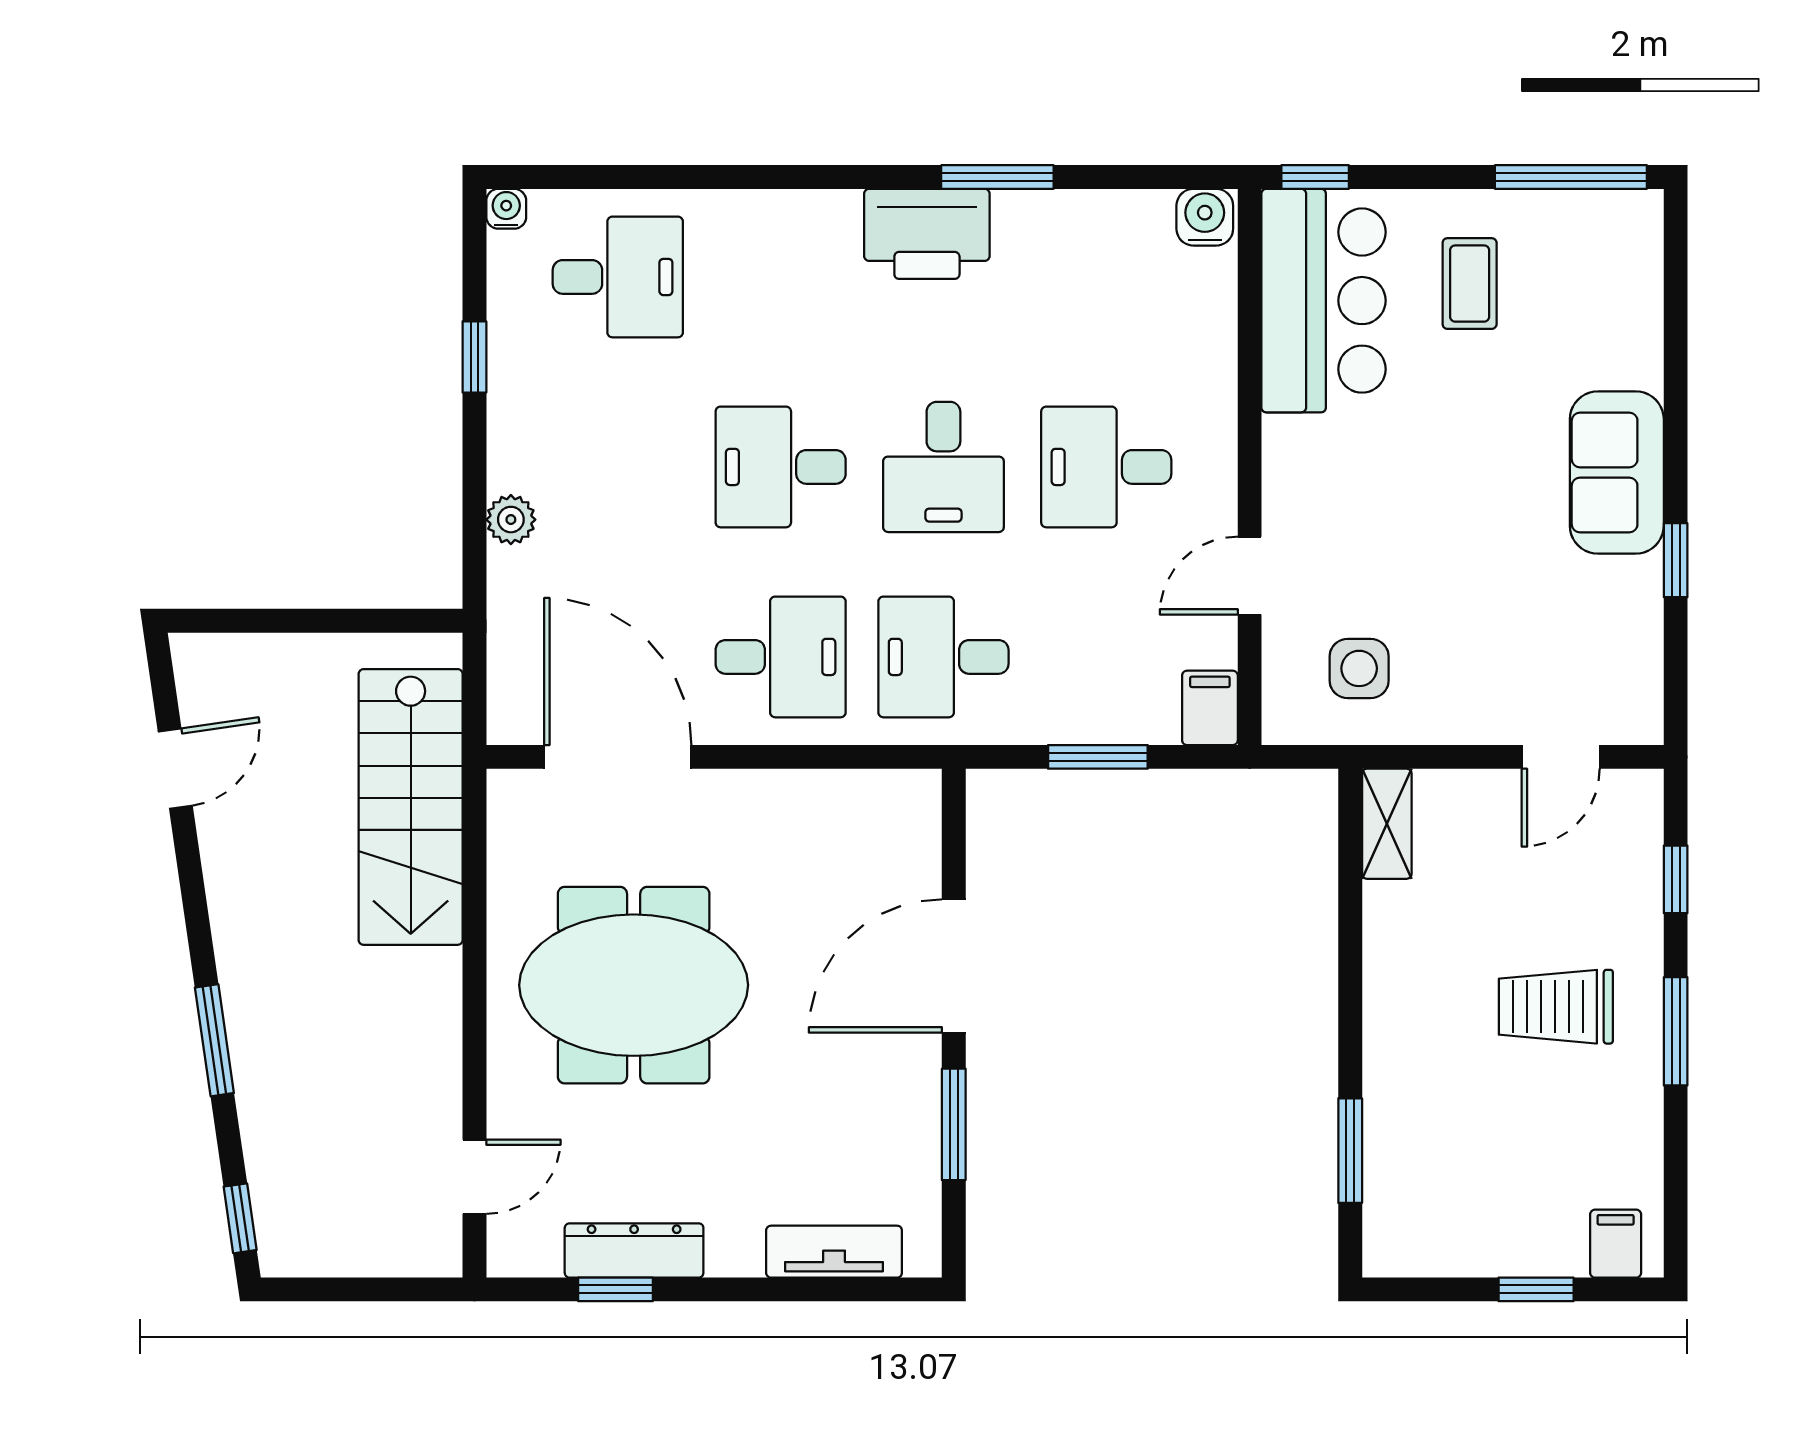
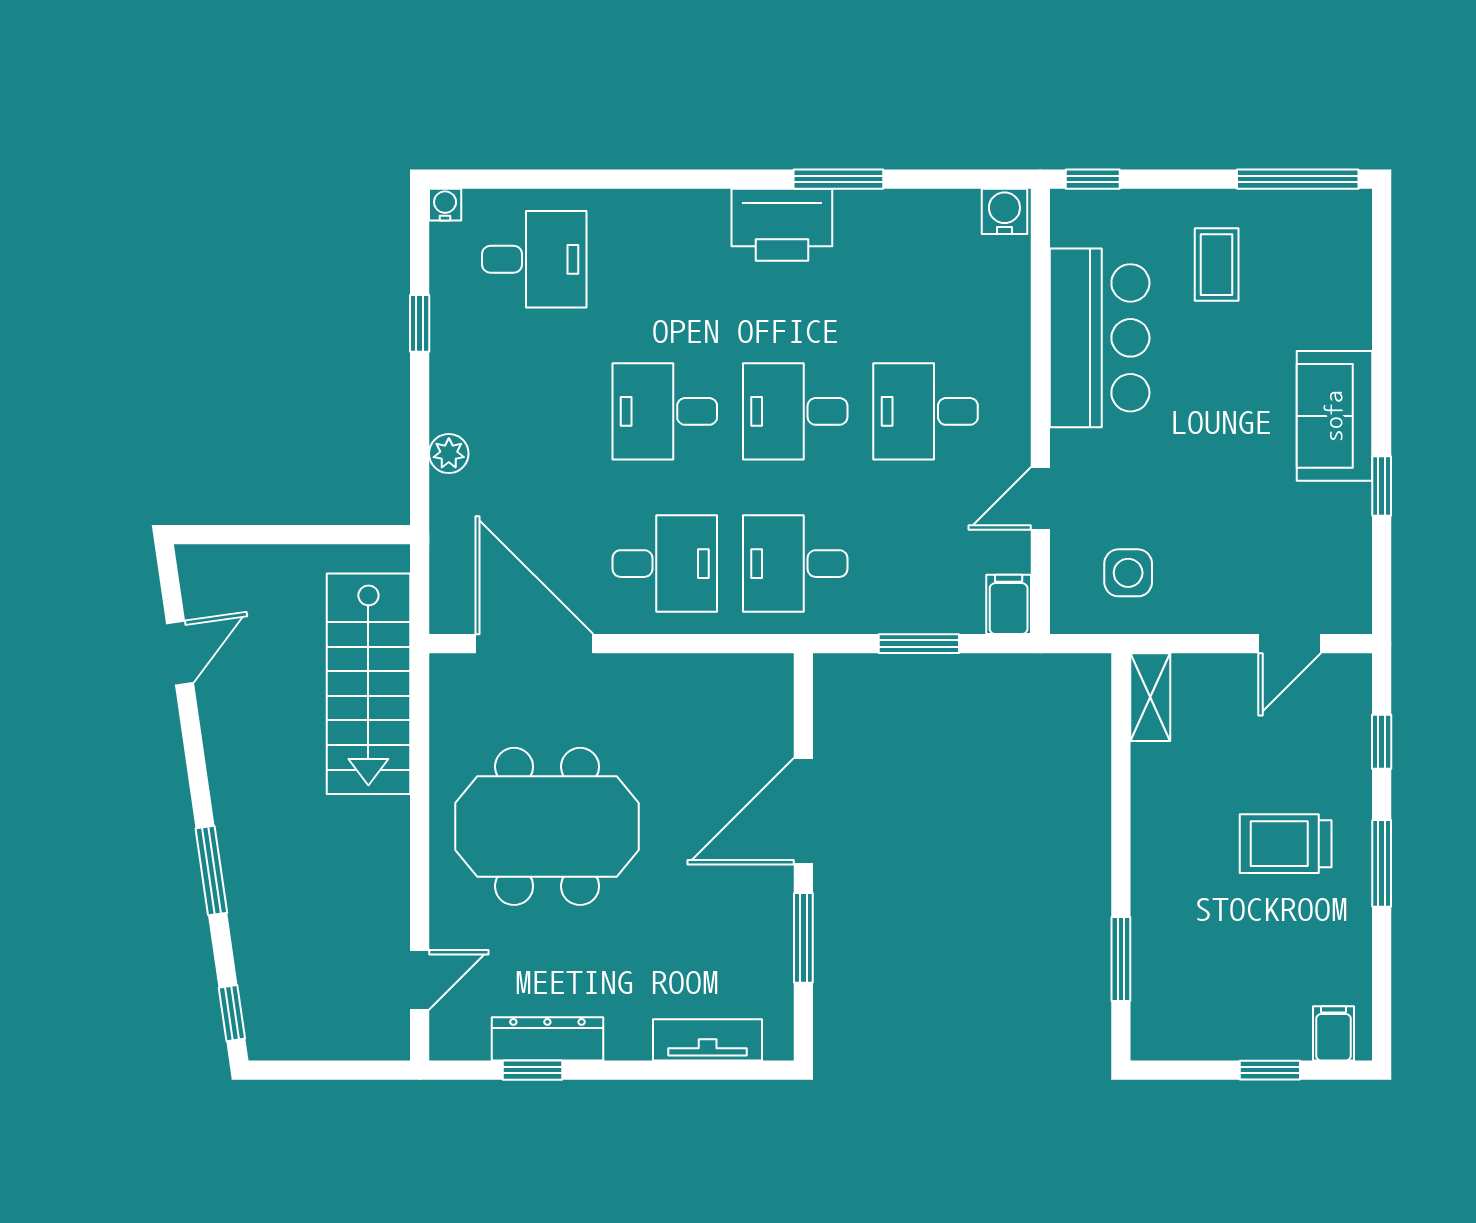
bar counter: (1324, 301) -> (1100, 338), moved
desk: (943, 467) -> (795, 411), turned 90

